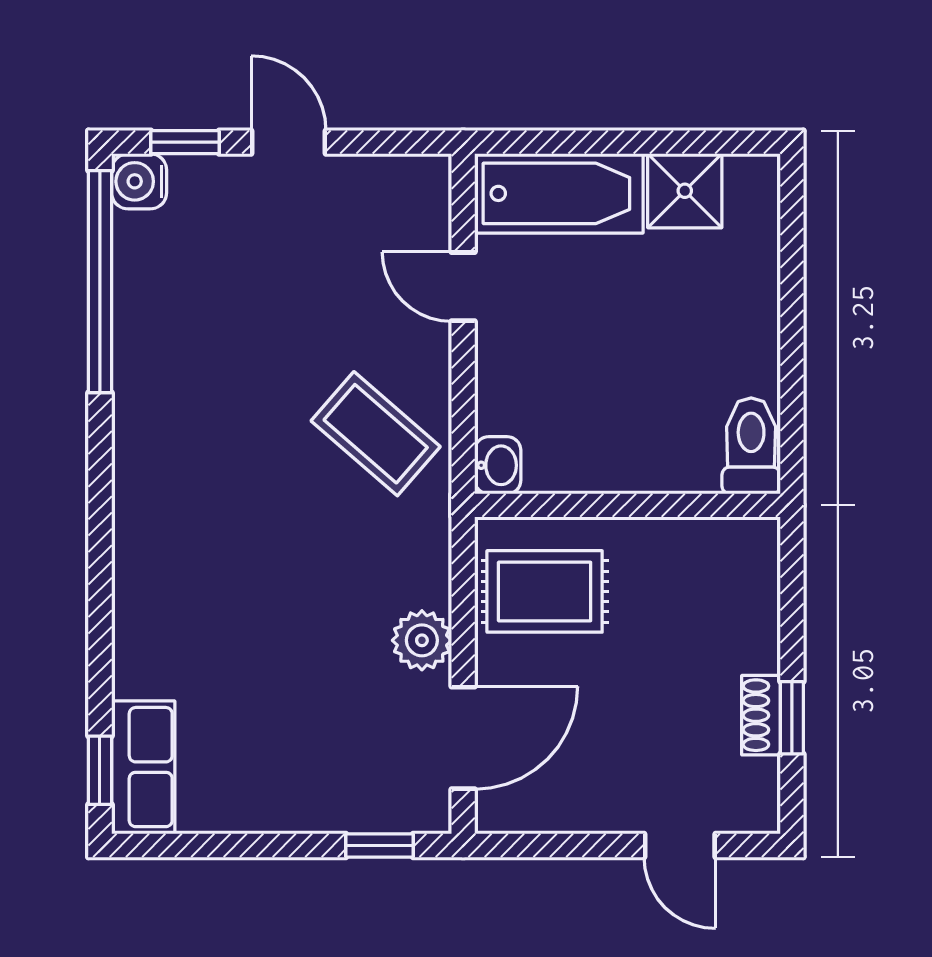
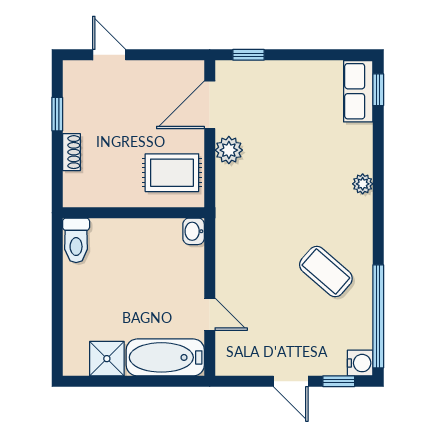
coffee table: (376, 434) -> (326, 272), moved
plant: (133, 567) -> (363, 184), added
shoe rack: (761, 715) -> (71, 152), moved

